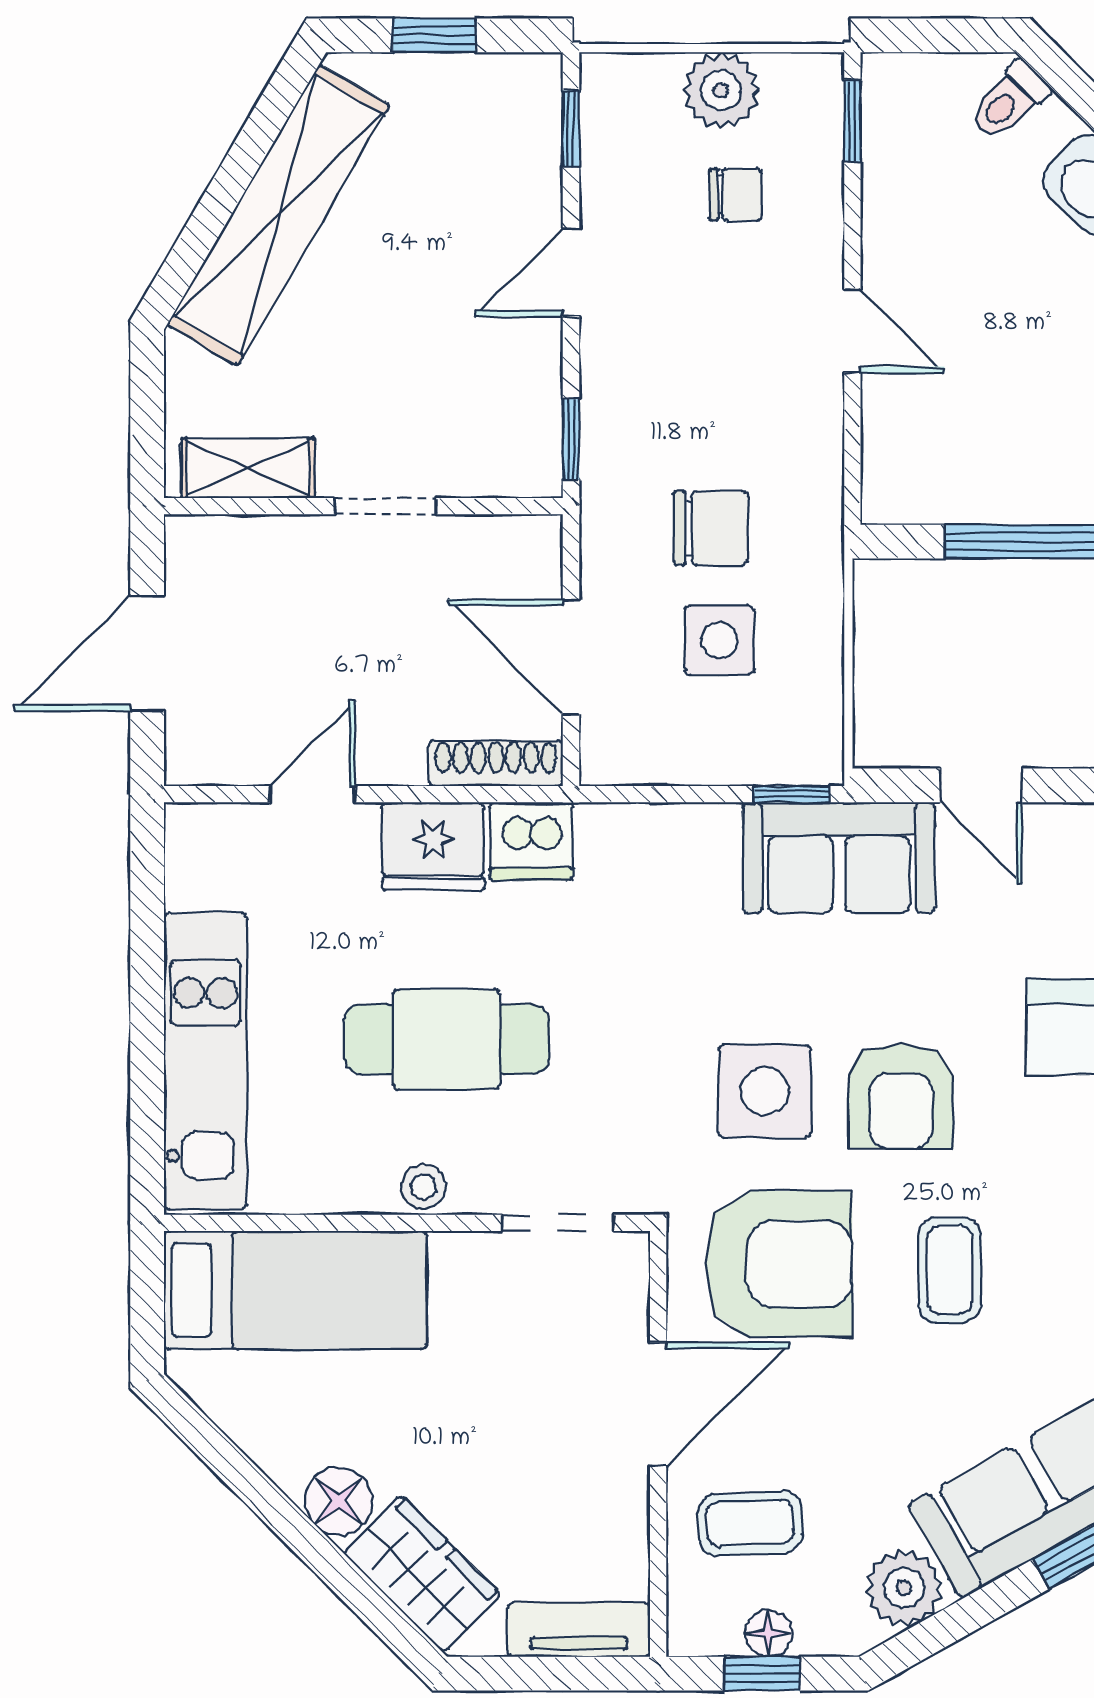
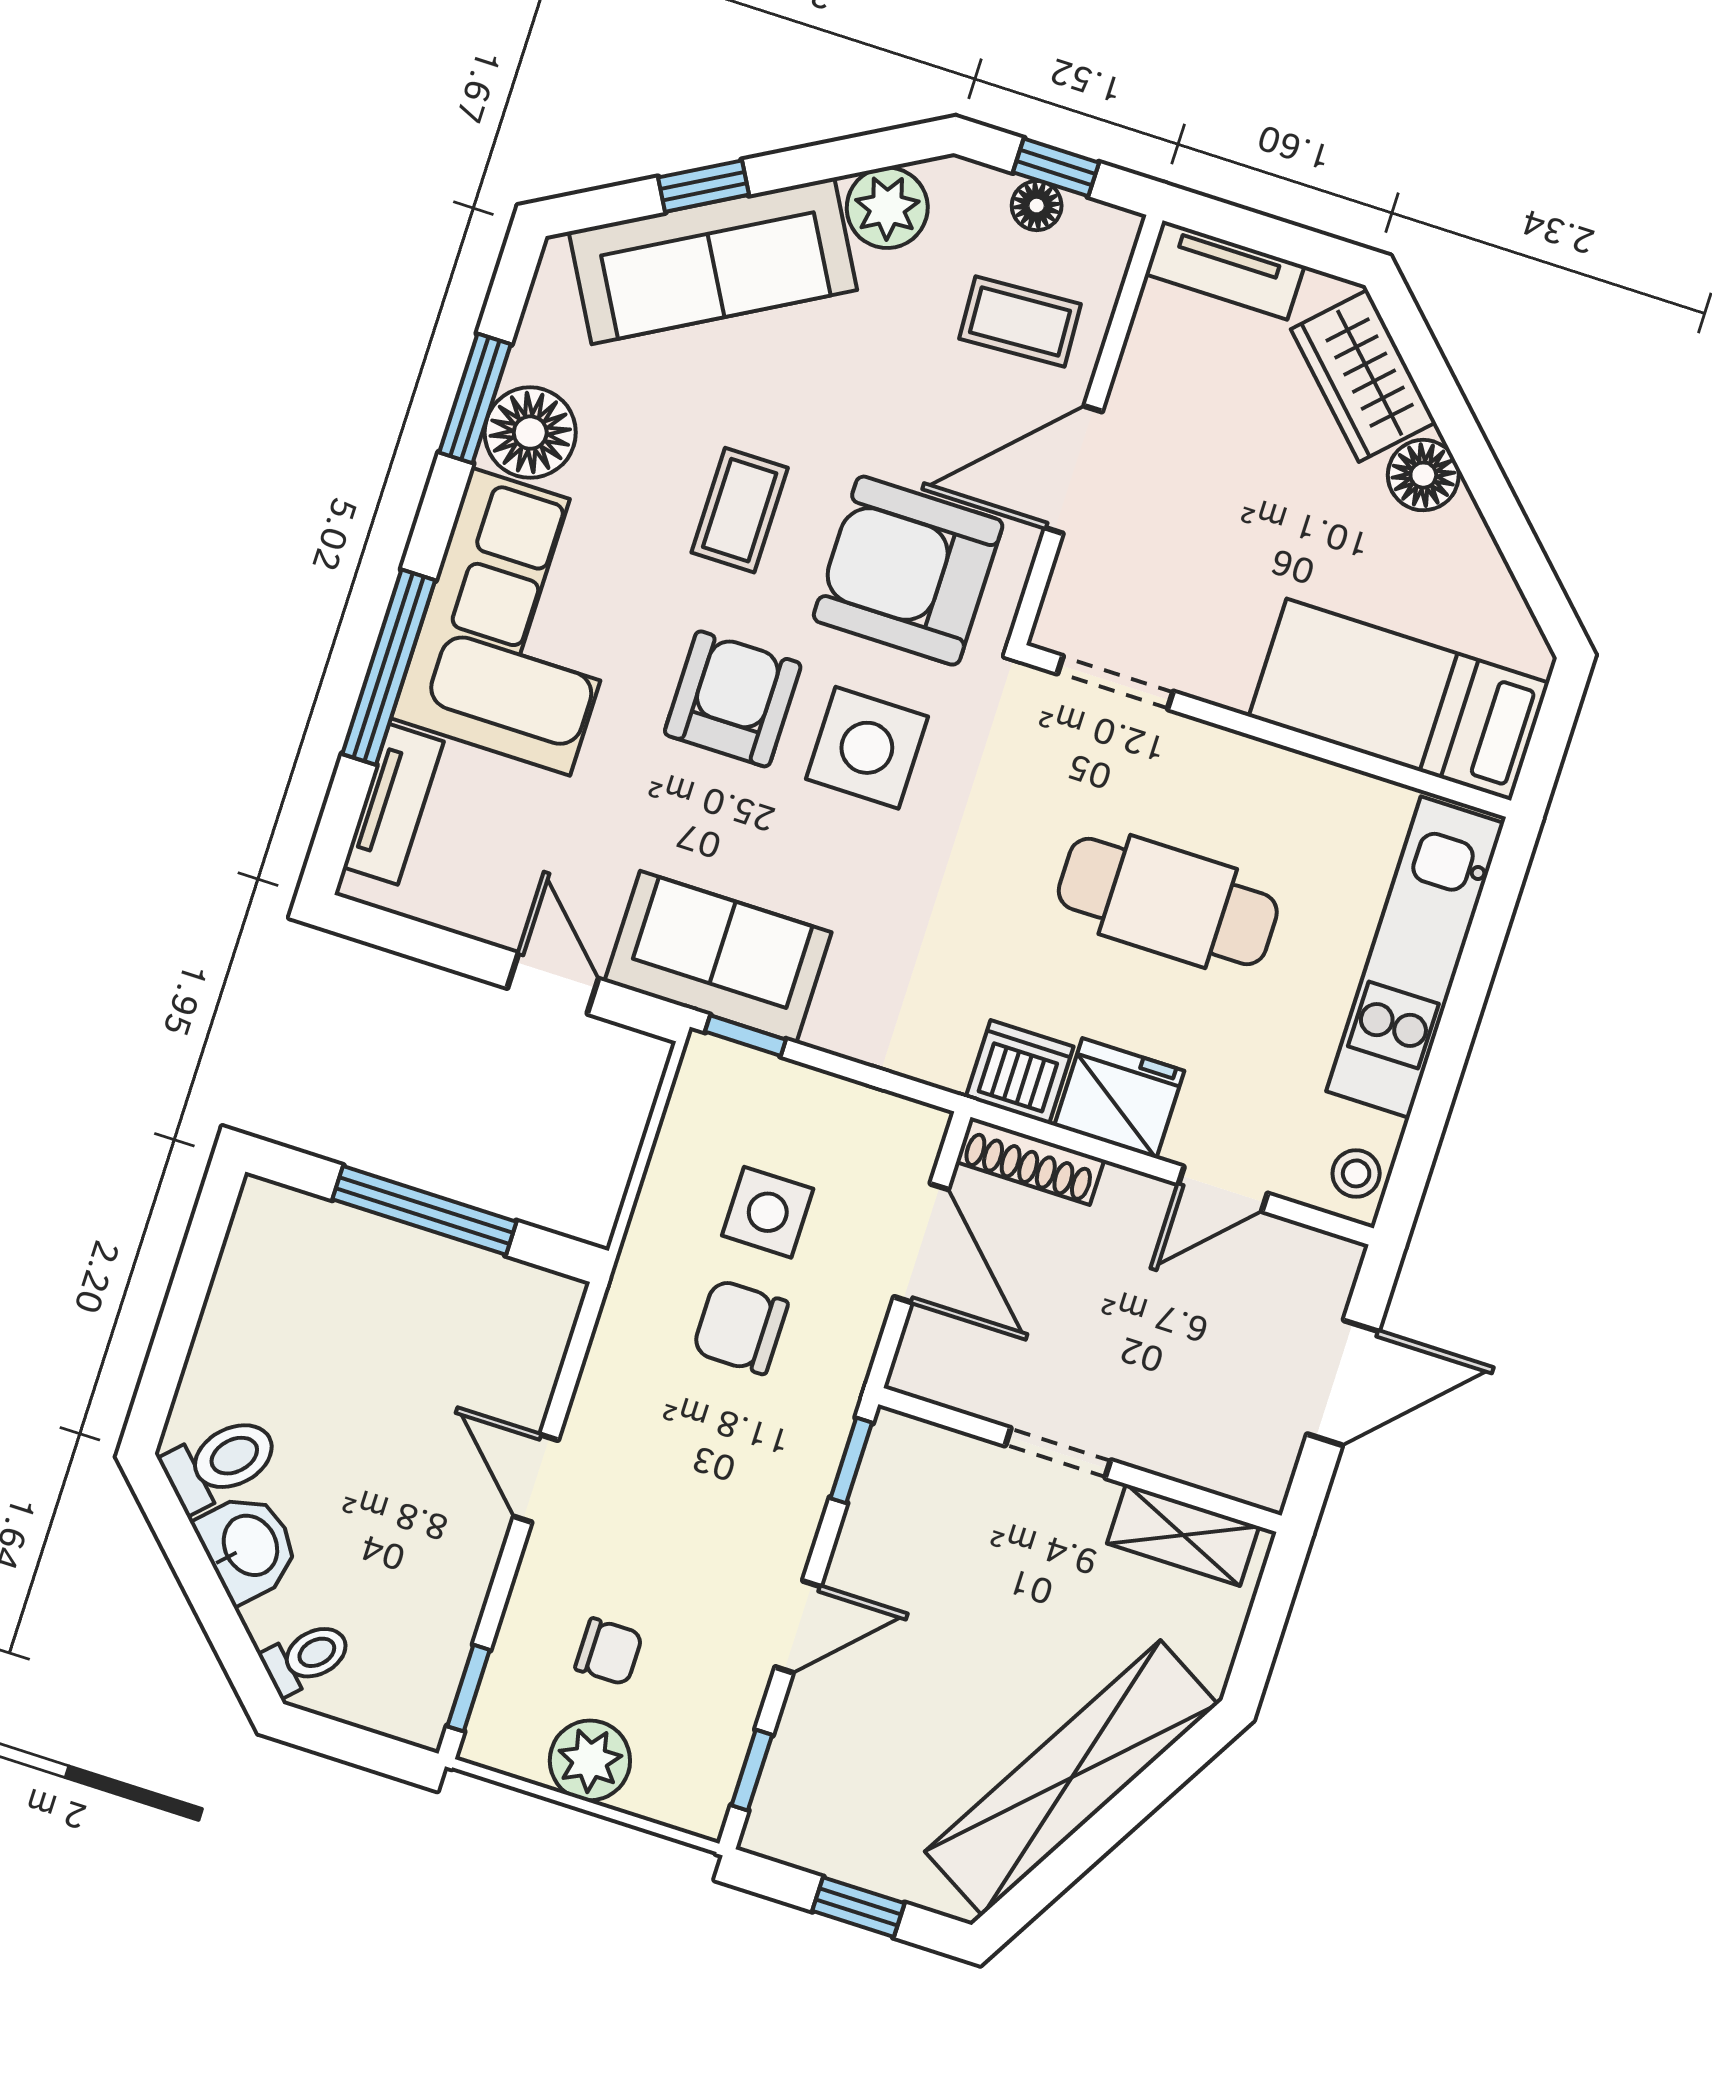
chair: (736, 195) -> (609, 1652), turned 180
stool: (423, 1187) -> (1356, 1173), moved

